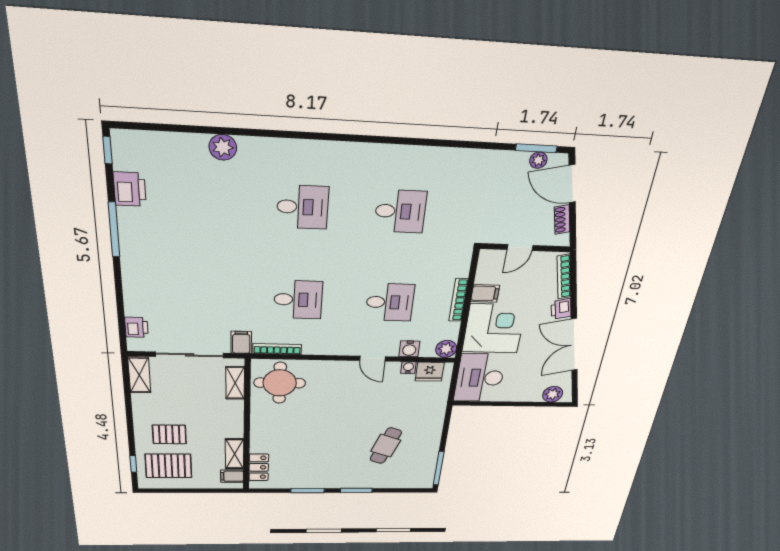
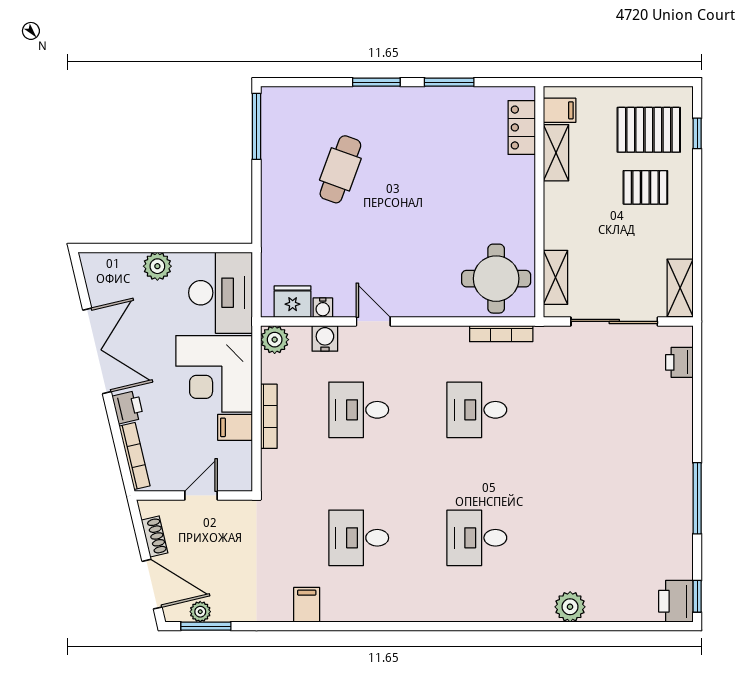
printer: (130, 189) -> (676, 601), moved
filing cabinet: (241, 342) -> (307, 605), moved, turned 180
plant: (553, 394) -> (157, 266), moved

